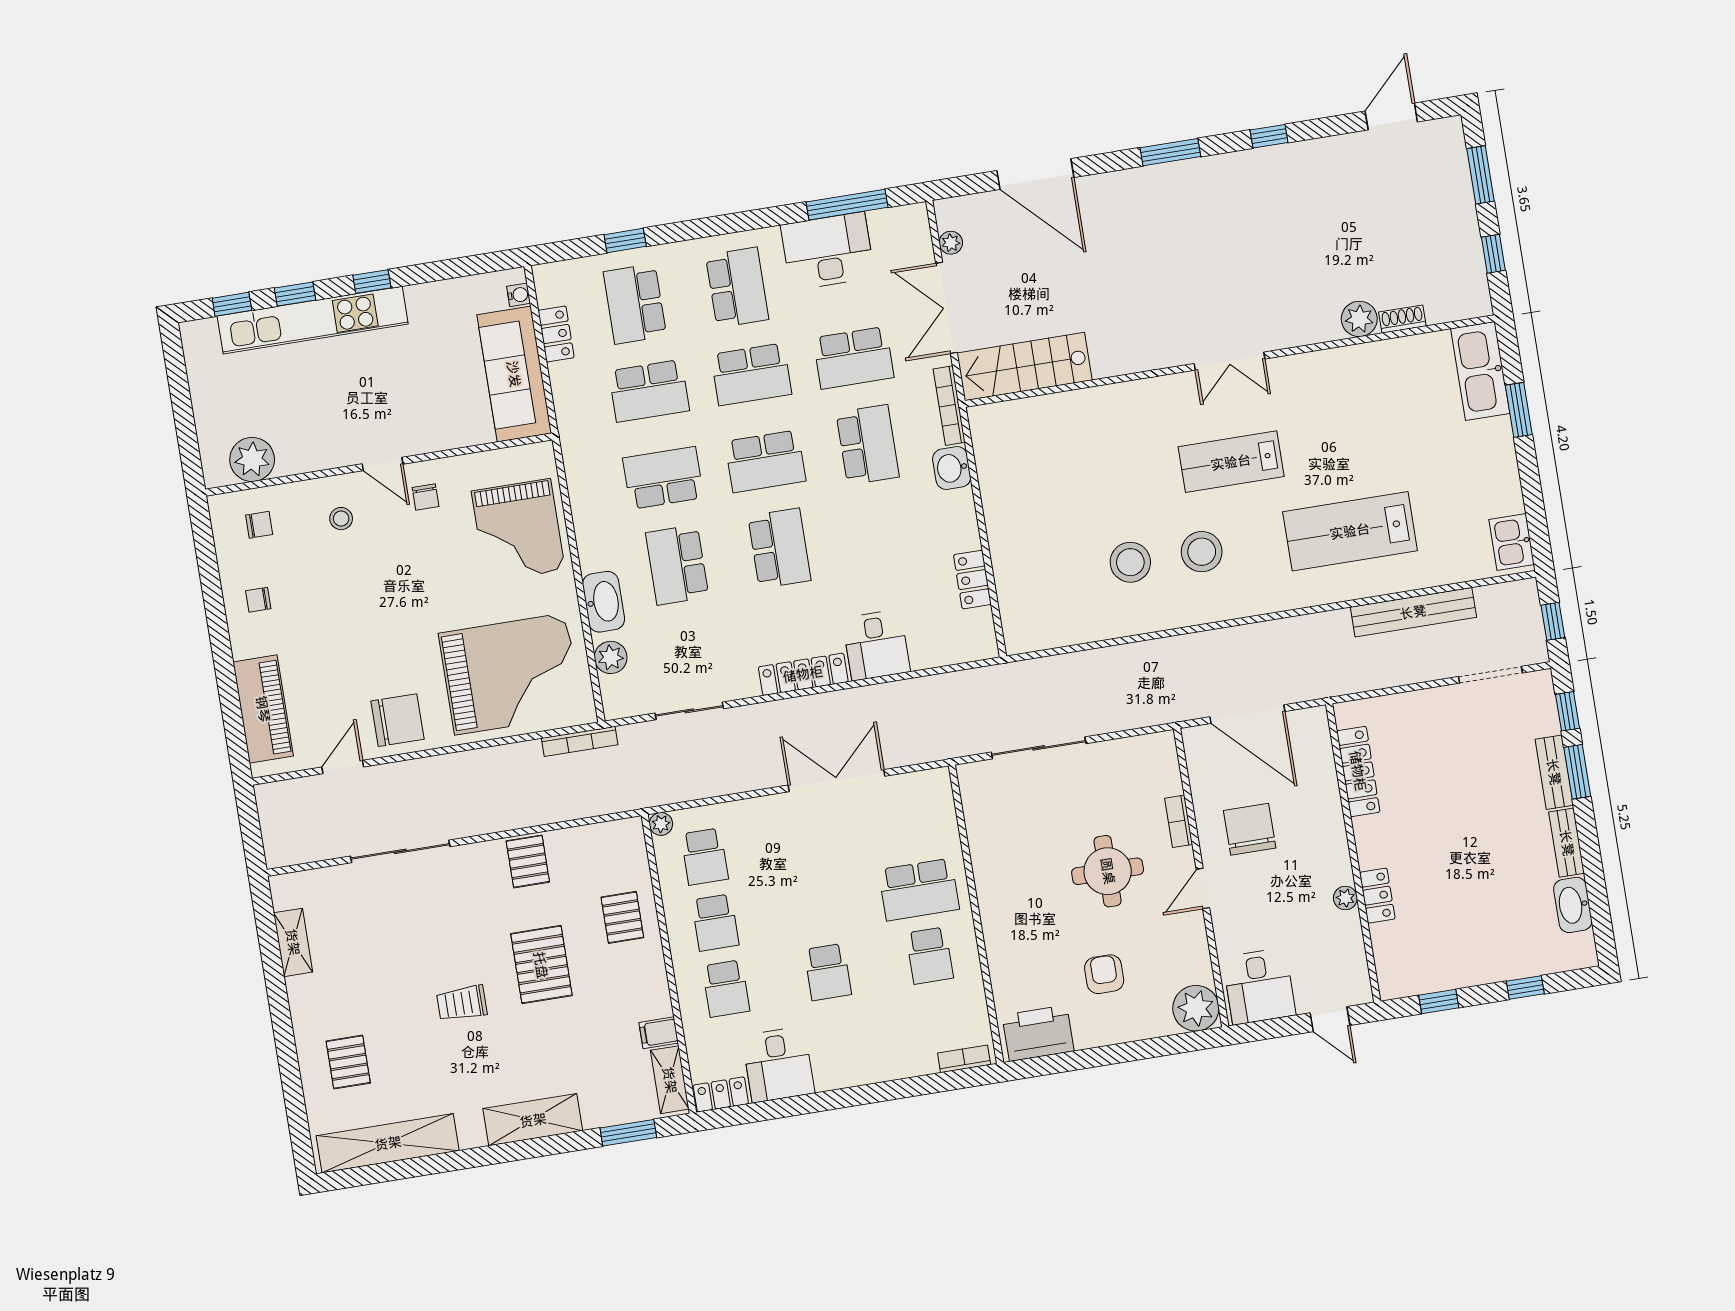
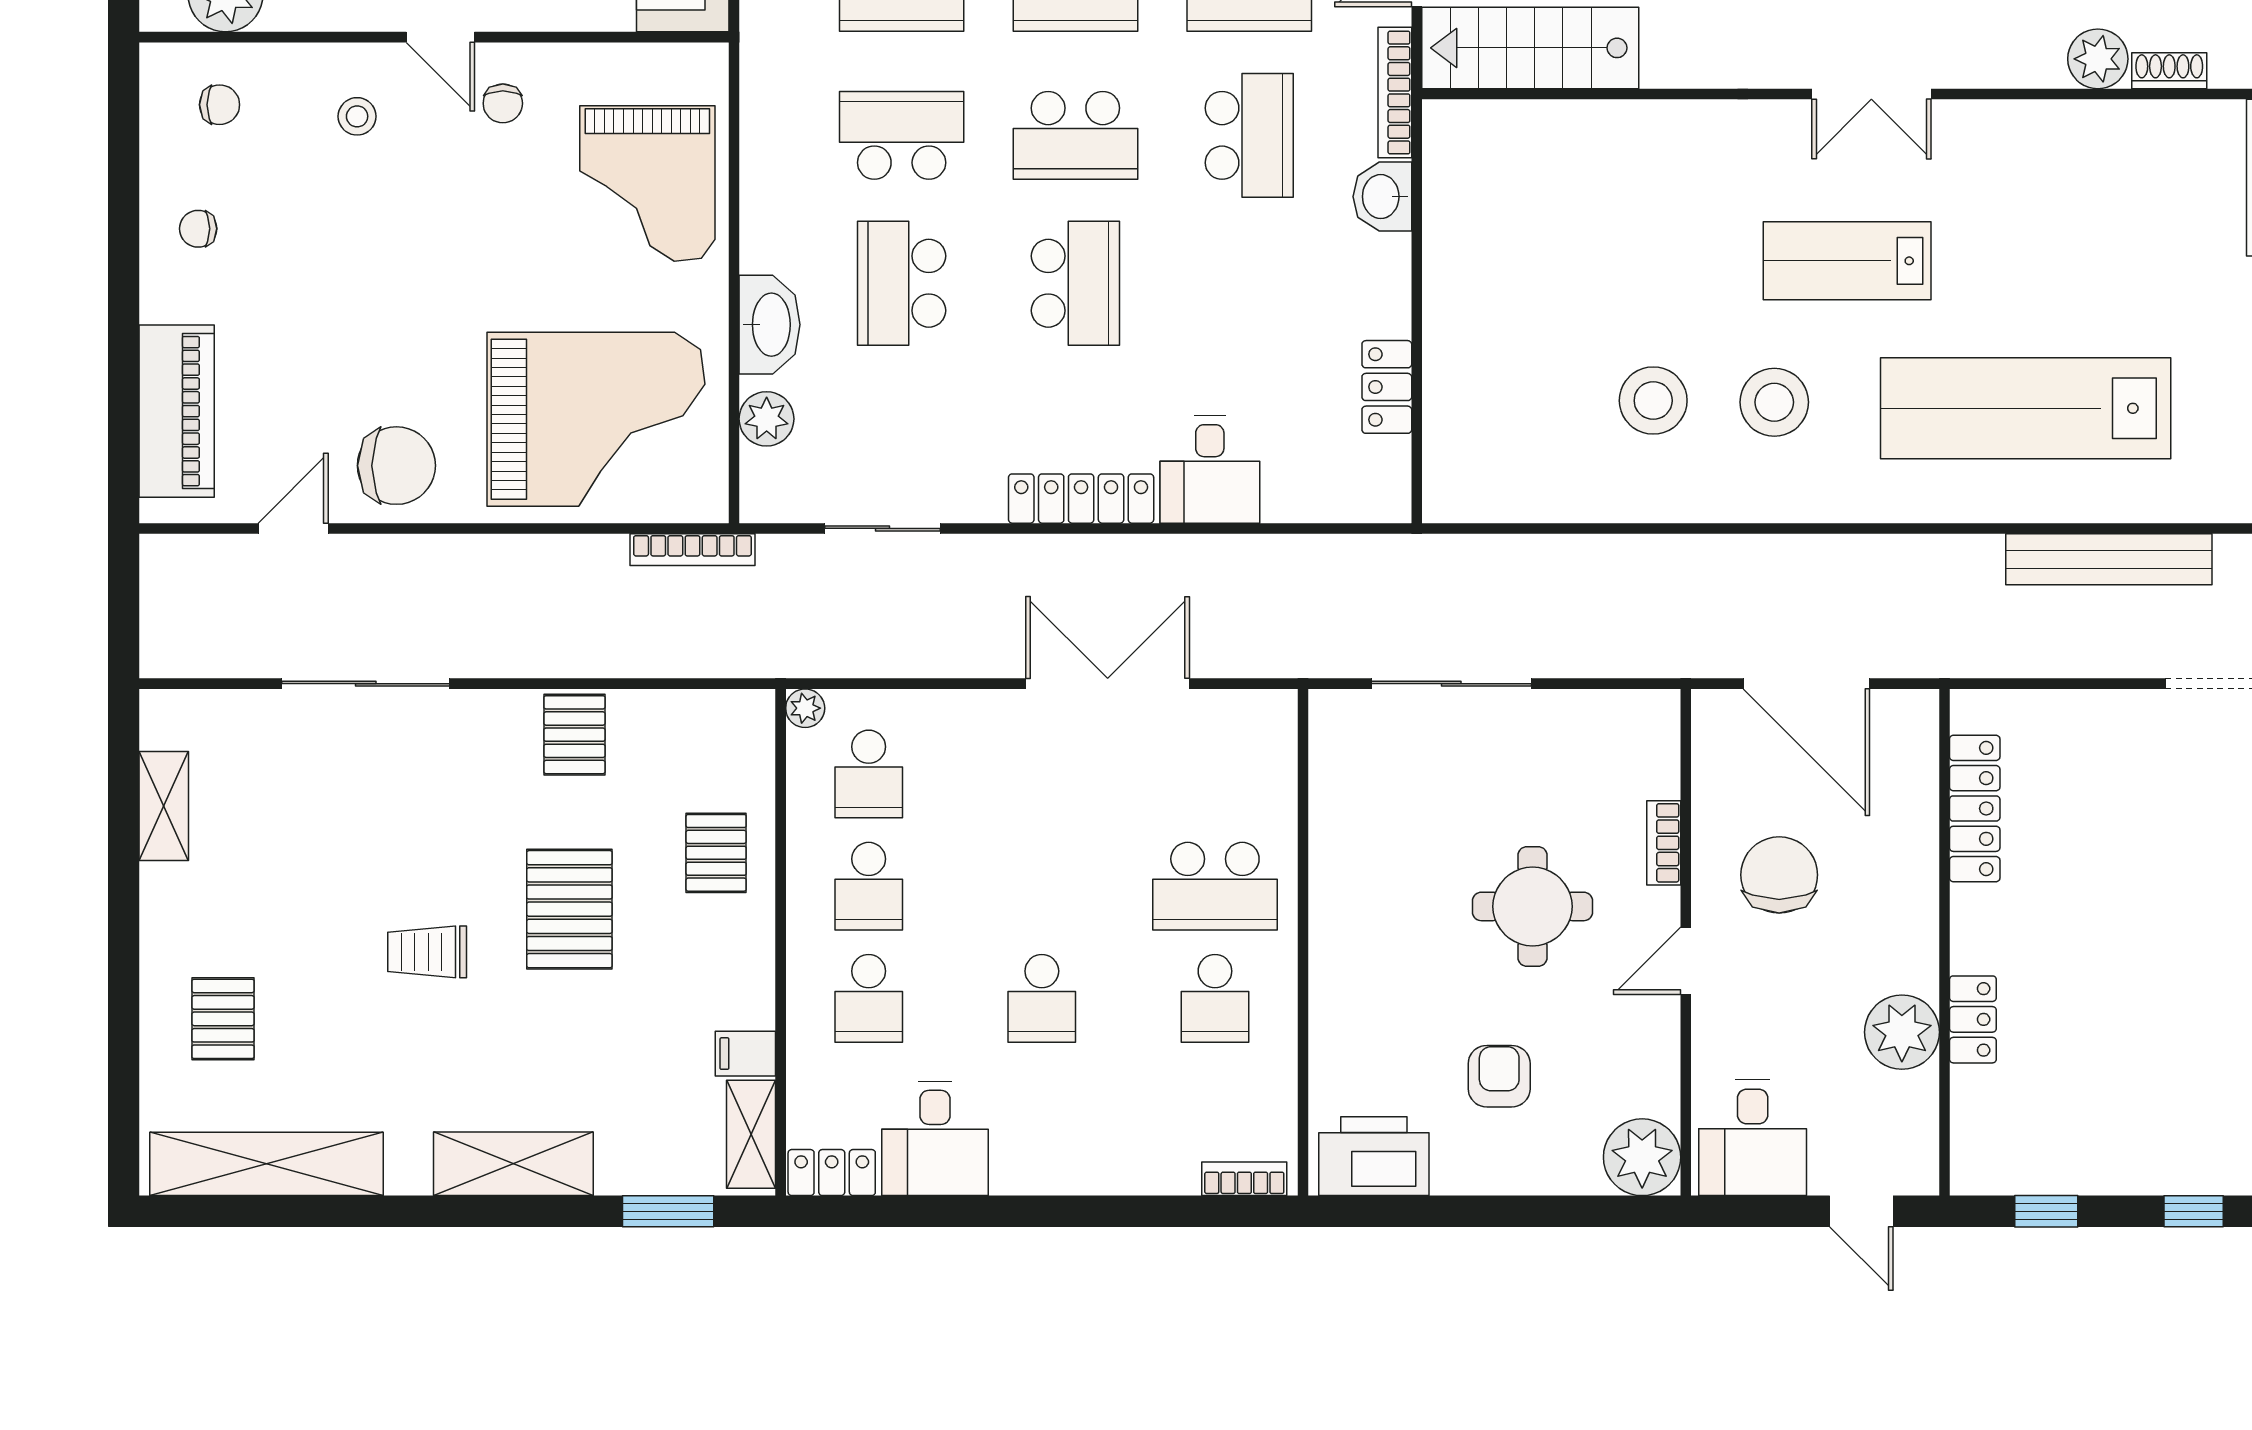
lab bench: (1350, 531) -> (2026, 408), width x1.36
plant: (1345, 898) -> (1902, 1032), width x1.88, depth x1.88

